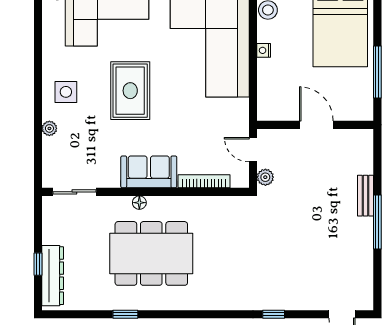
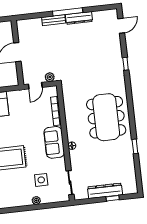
side table: (66, 92) -> (41, 180), moved
dresser: (364, 241) -> (79, 18), added
dining table: (151, 253) -> (106, 117), moved
dresser: (53, 276) -> (105, 191), moved

